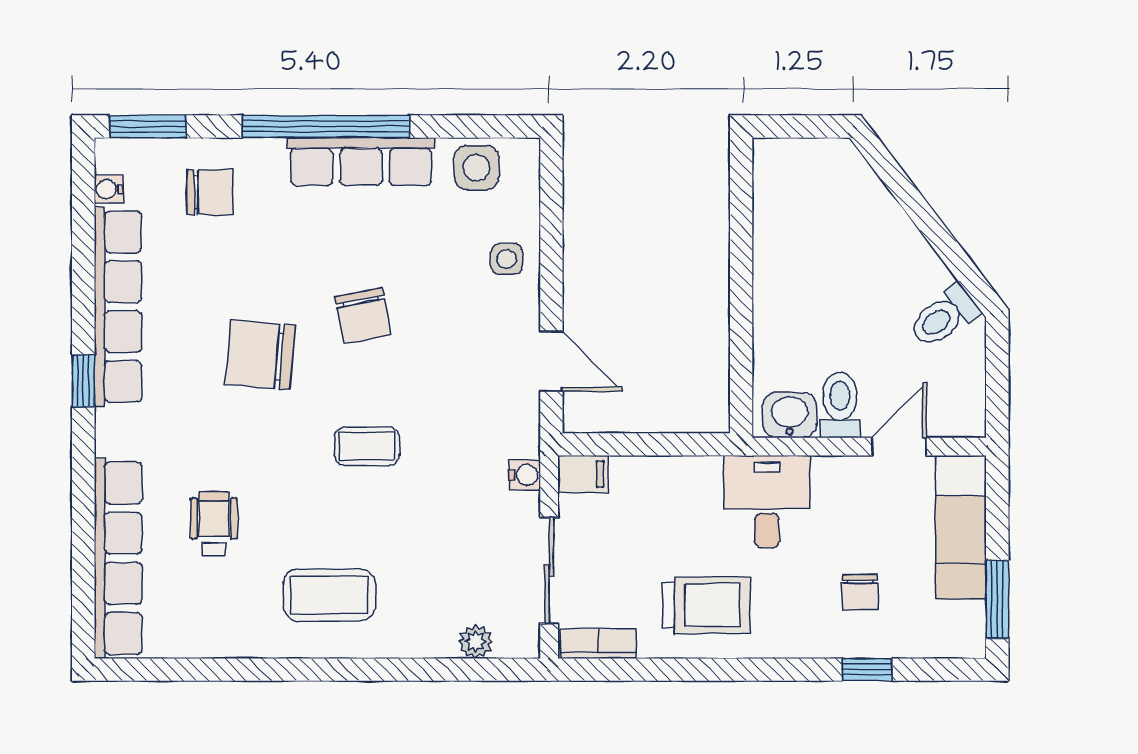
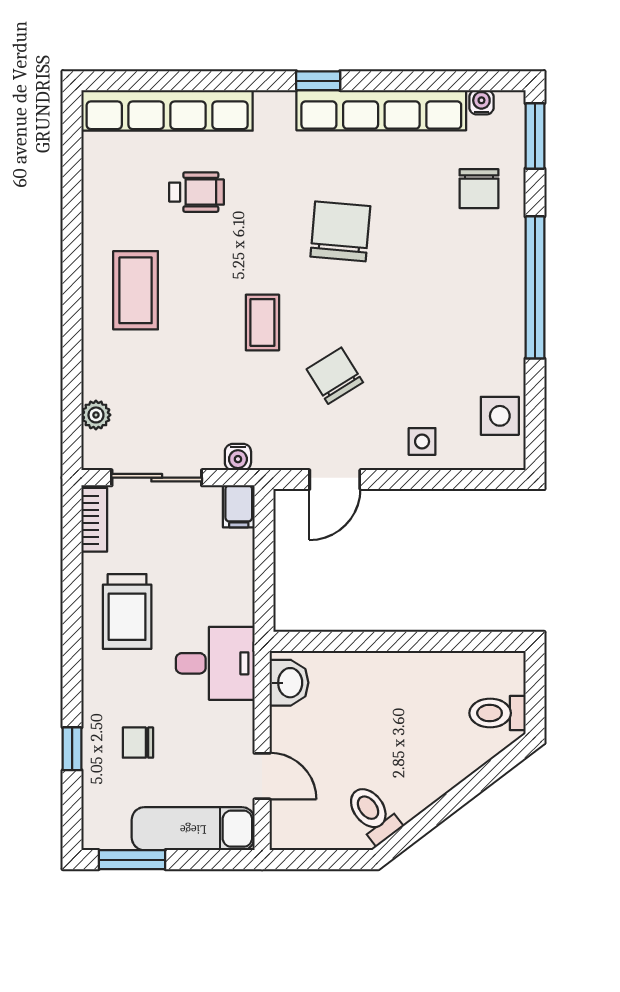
row of seats: (361, 162) -> (505, 317), removed
chair: (363, 316) -> (335, 376), moved, turned 69
toilet: (840, 405) -> (497, 713), moved, turned 180

